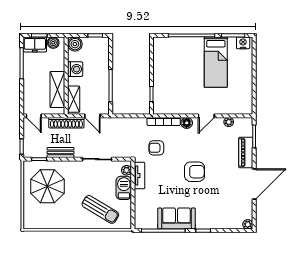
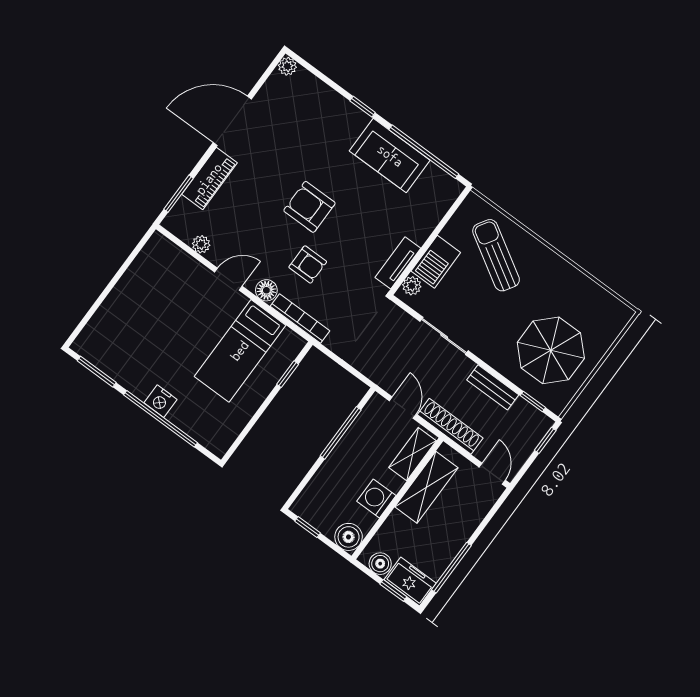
nightstand: (243, 43) -> (161, 401), moved
bed: (216, 62) -> (240, 351), moved, turned 180
armchair: (156, 148) -> (308, 264), moved

